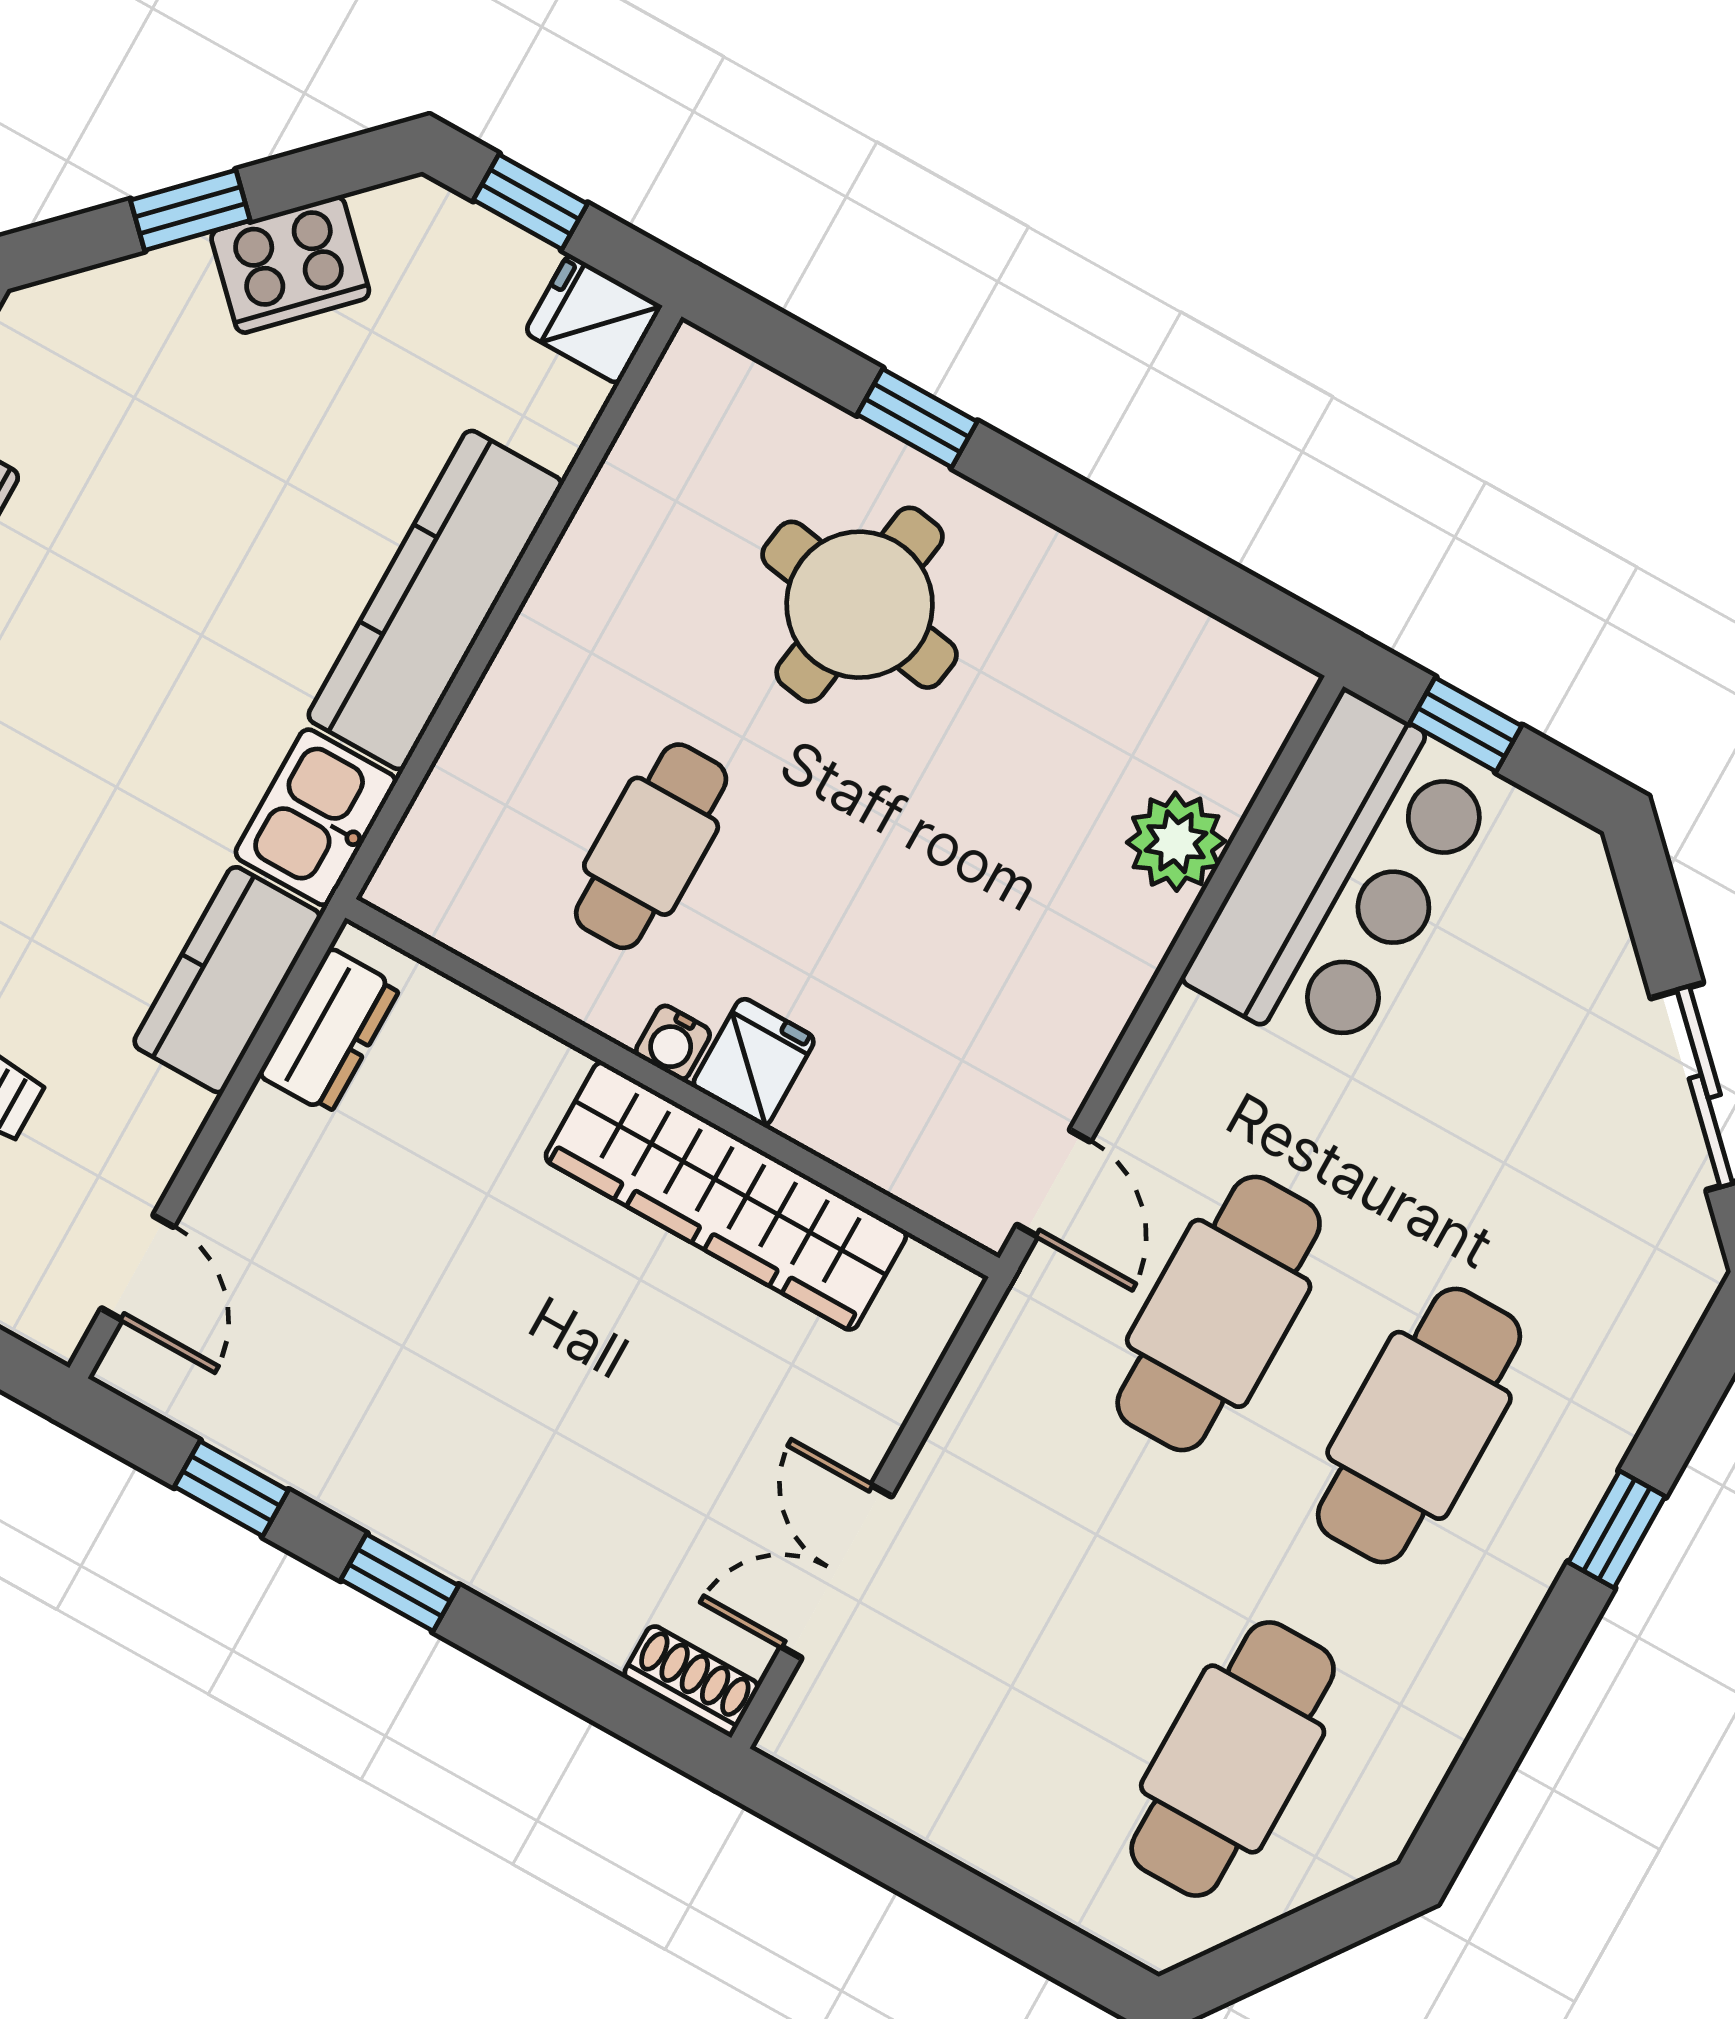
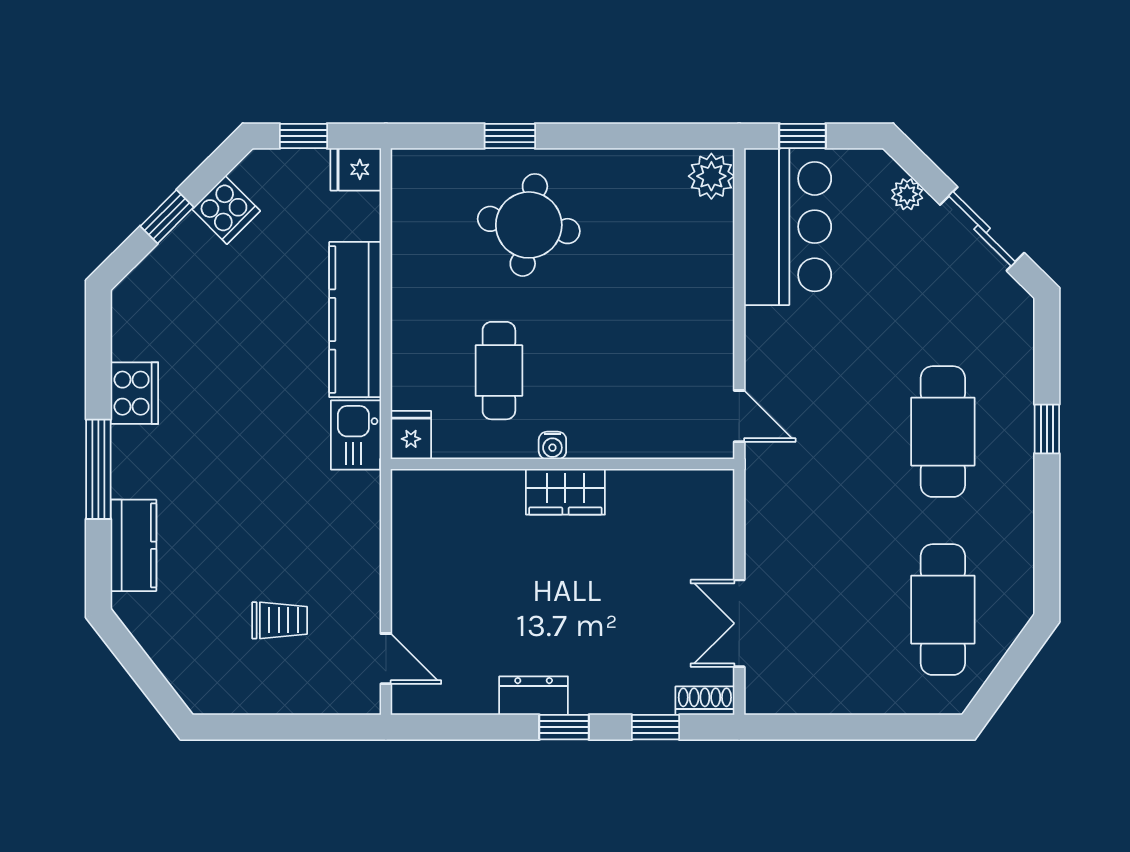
cooker: (290, 265) -> (226, 210), width x0.73
plant: (1176, 842) -> (711, 176), moved
plant: (1601, 943) -> (907, 194), added
kitchen counter: (227, 980) -> (357, 521), removed
dresser: (329, 1031) -> (534, 696), moved, turned -90
fridge: (754, 1062) -> (411, 435), moved
wardrobe: (726, 1196) -> (565, 492), width x0.48, depth x0.85
cafe table: (1219, 1313) -> (836, 432), removed
window: (231, 1489) -> (655, 727), moved

